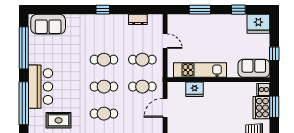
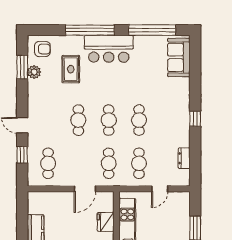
door: (165, 108) -> (85, 189), swing flipped

